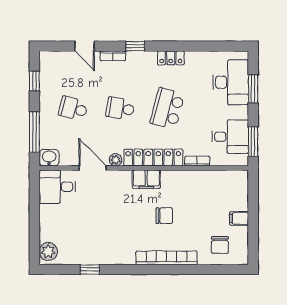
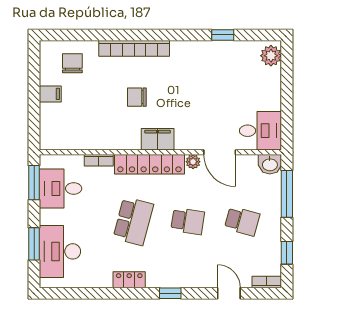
bookcase: (113, 56) -> (267, 282), moved

